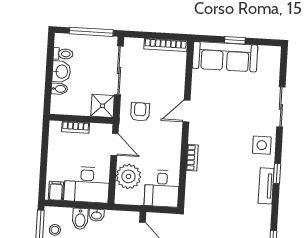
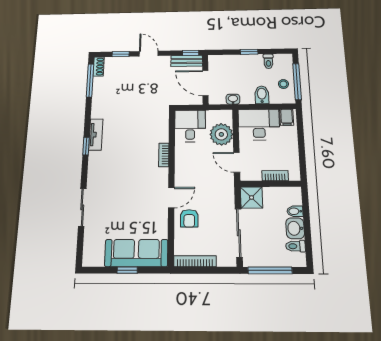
armchair: (140, 112) -> (189, 218), moved
side table: (262, 145) -> (100, 171), removed
washbasin: (96, 215) -> (233, 99), moved

